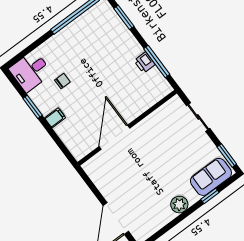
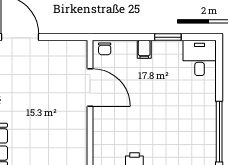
chair: (62, 81) -> (105, 49), moved

